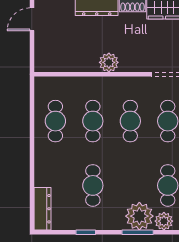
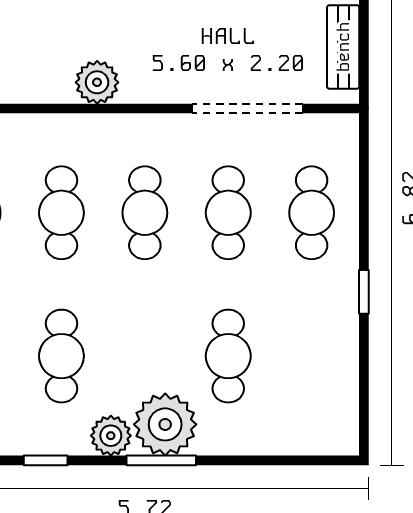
plant: (164, 221) -> (111, 436), moved

